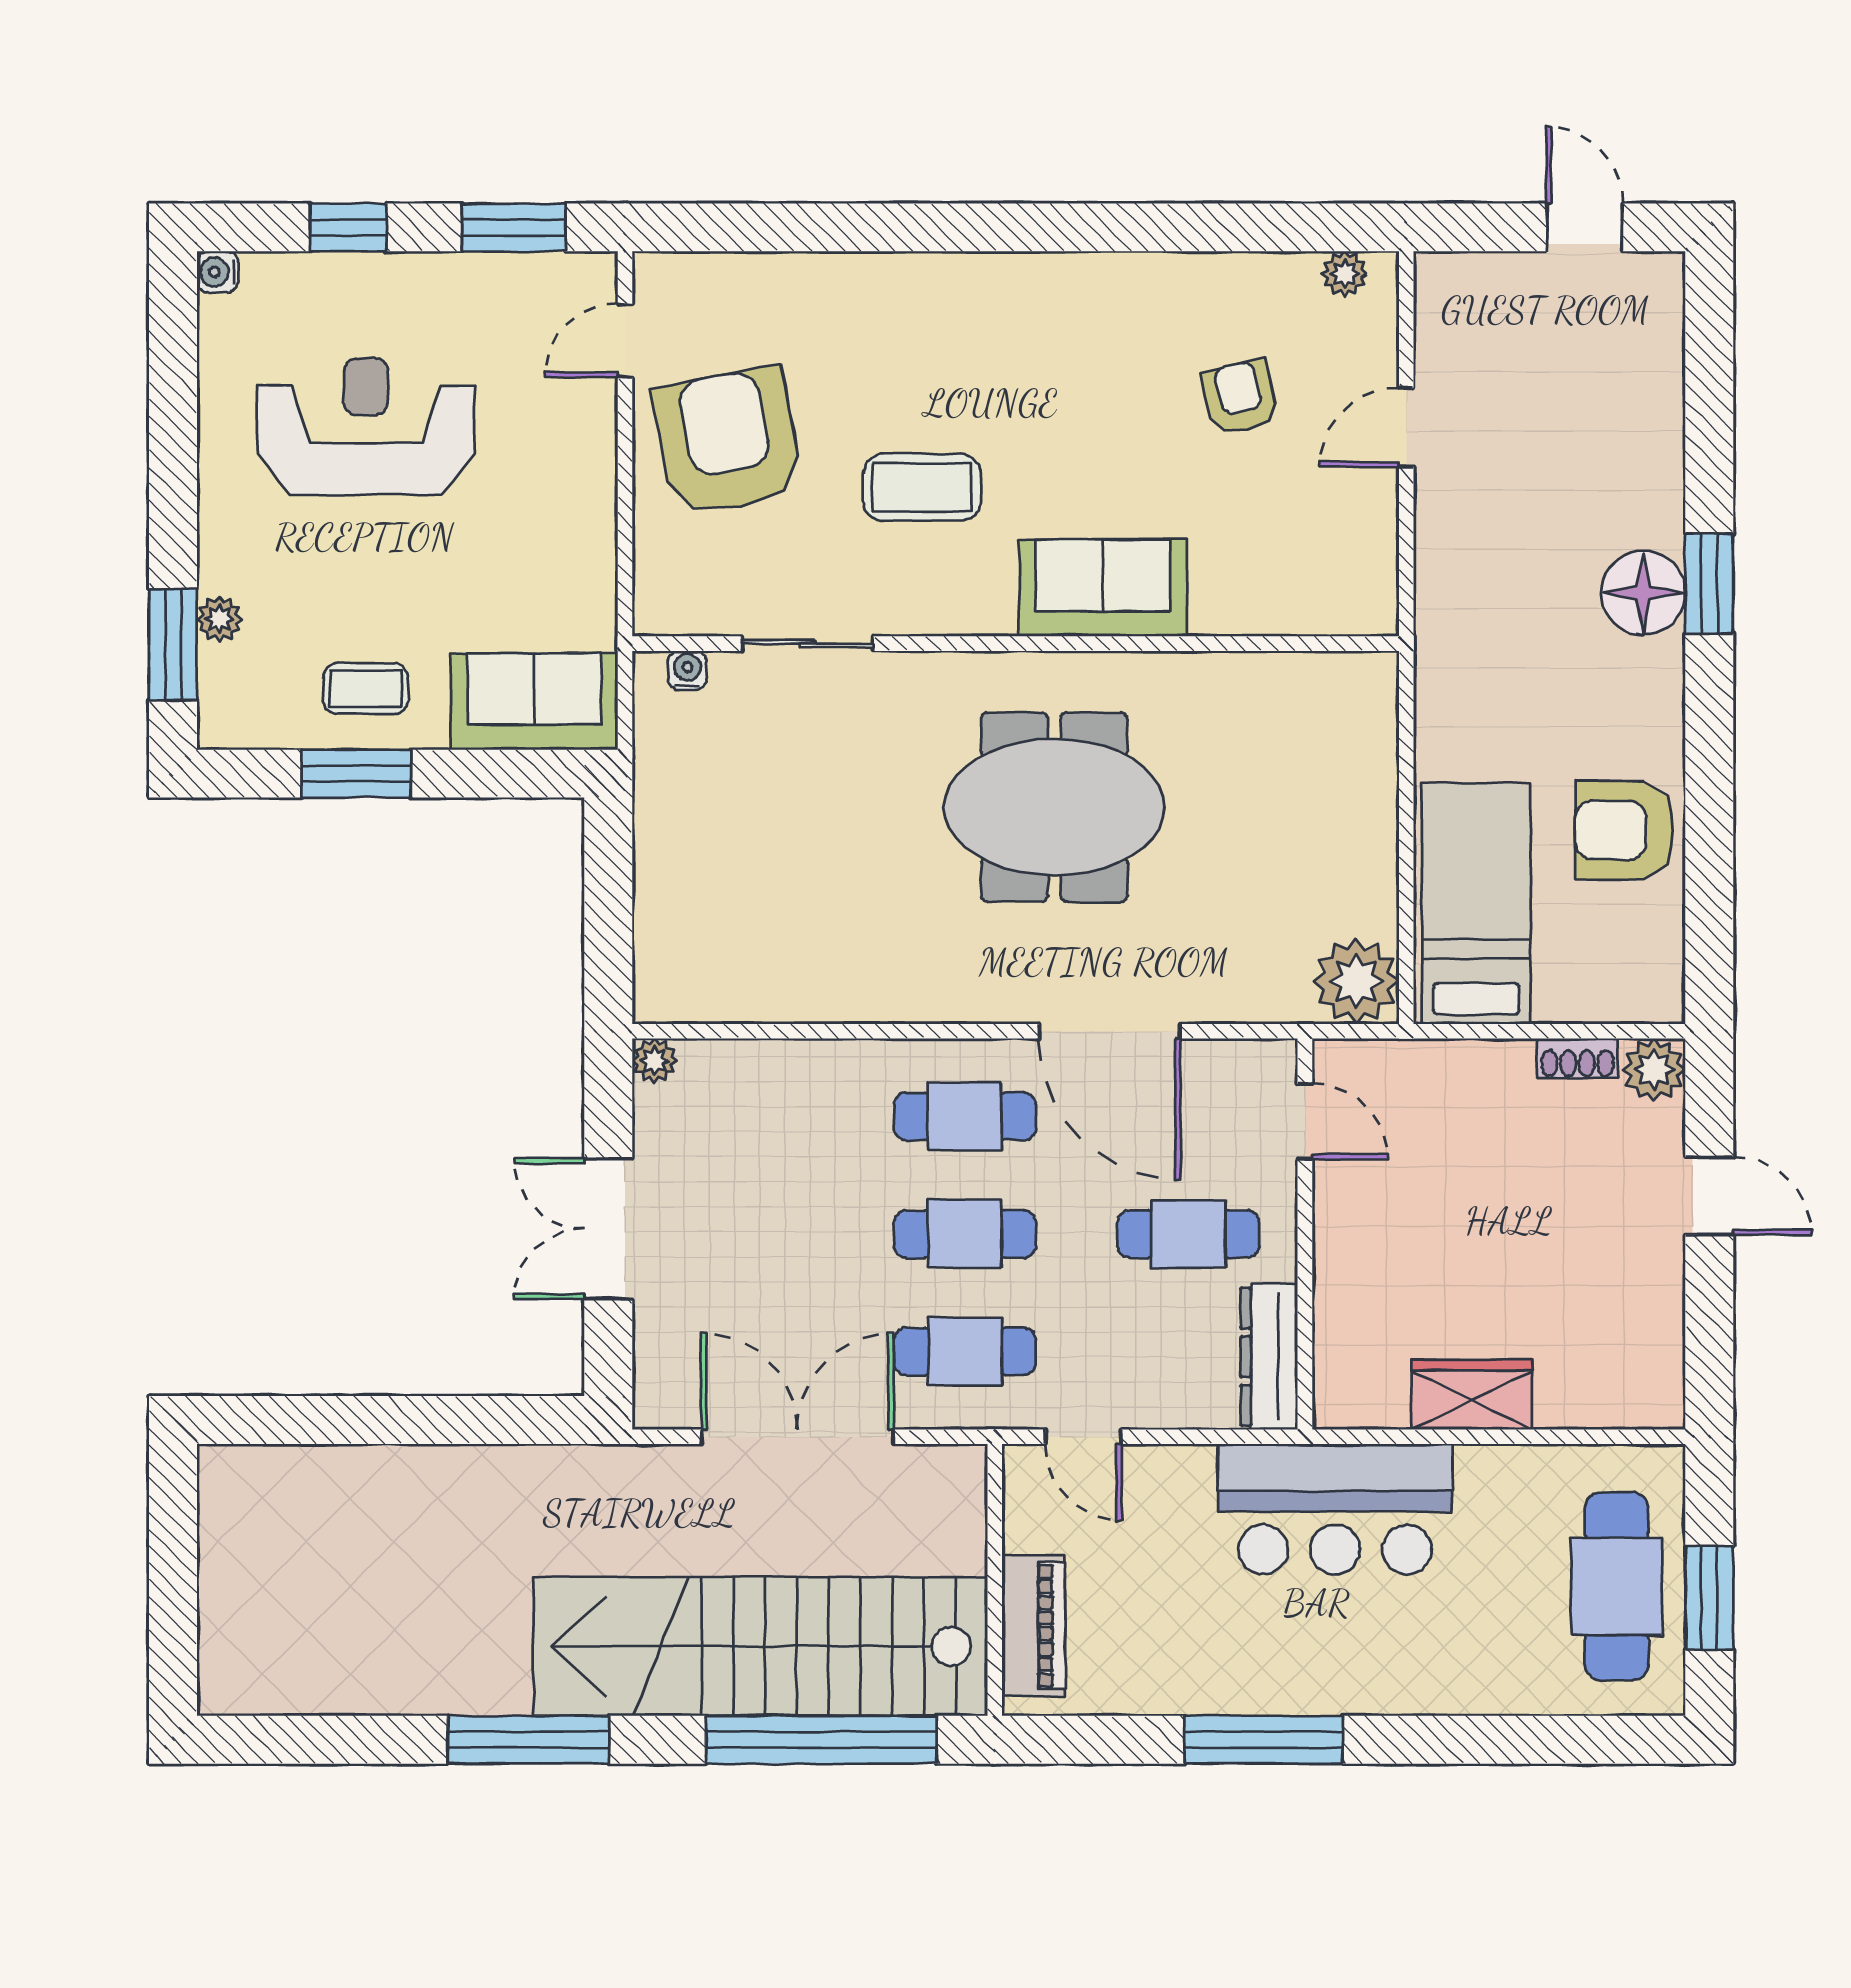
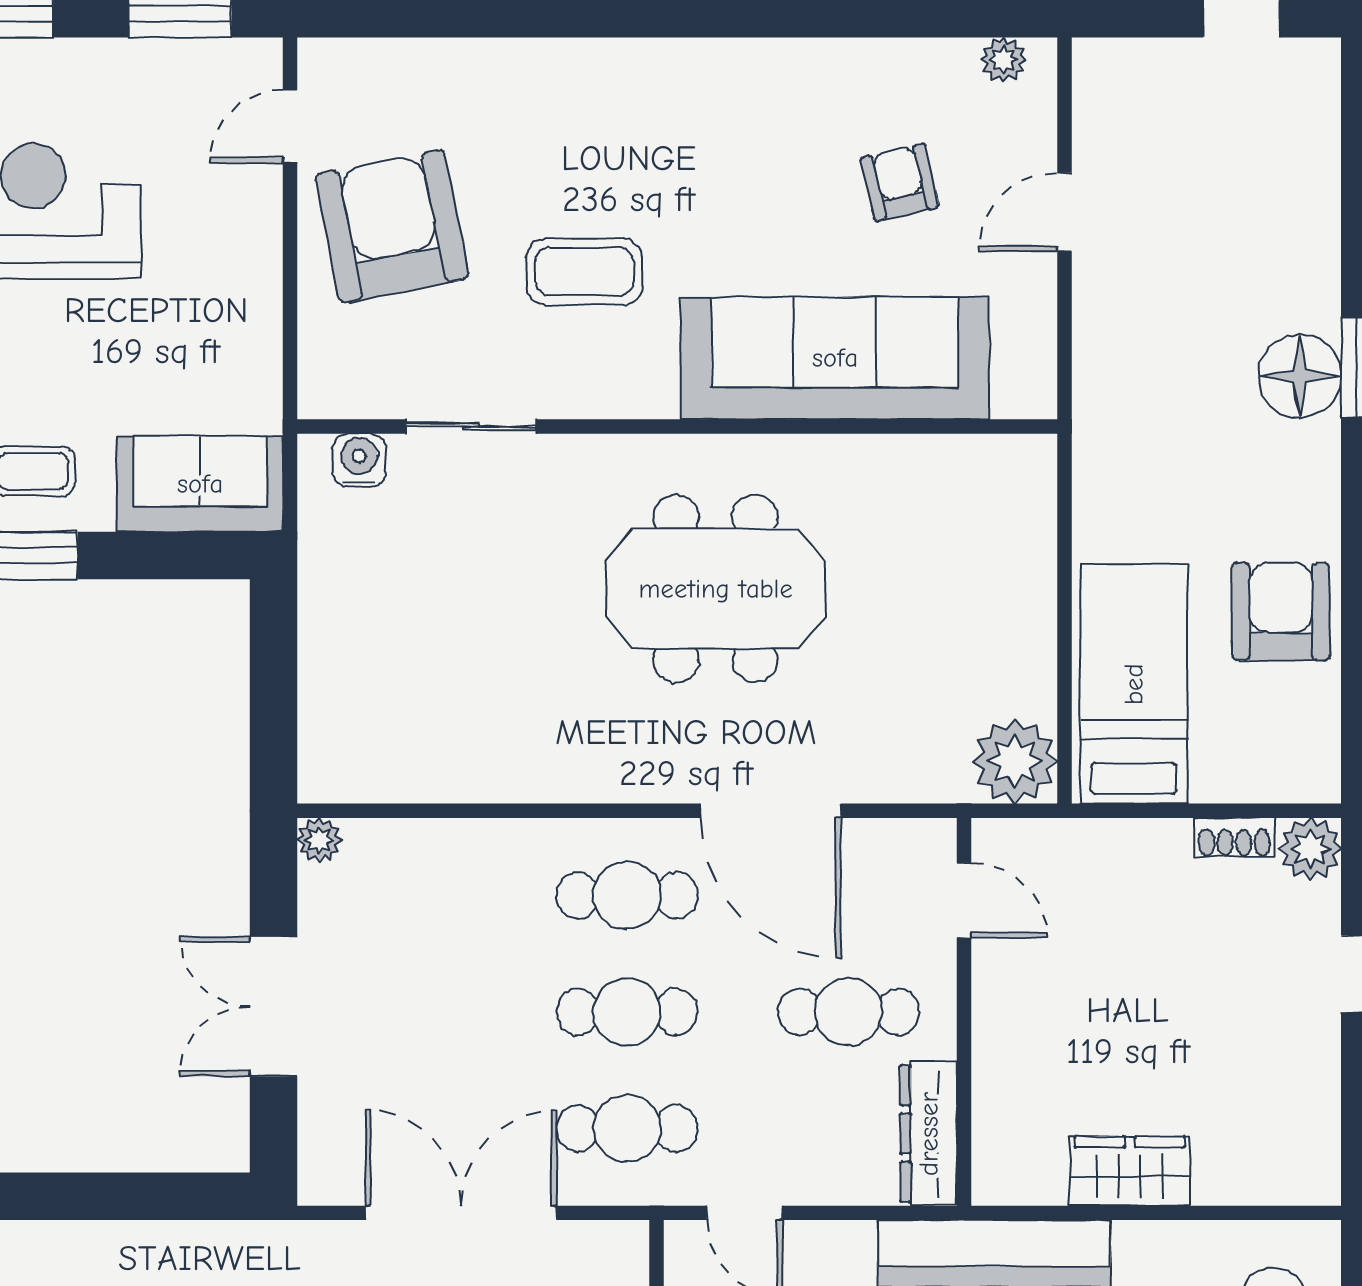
sofa: (1103, 588) -> (835, 358), width x1.85, depth x1.27
water cooler: (687, 670) -> (359, 460), width x1.38, depth x1.38
armchair: (1624, 830) -> (1281, 612), turned 90

